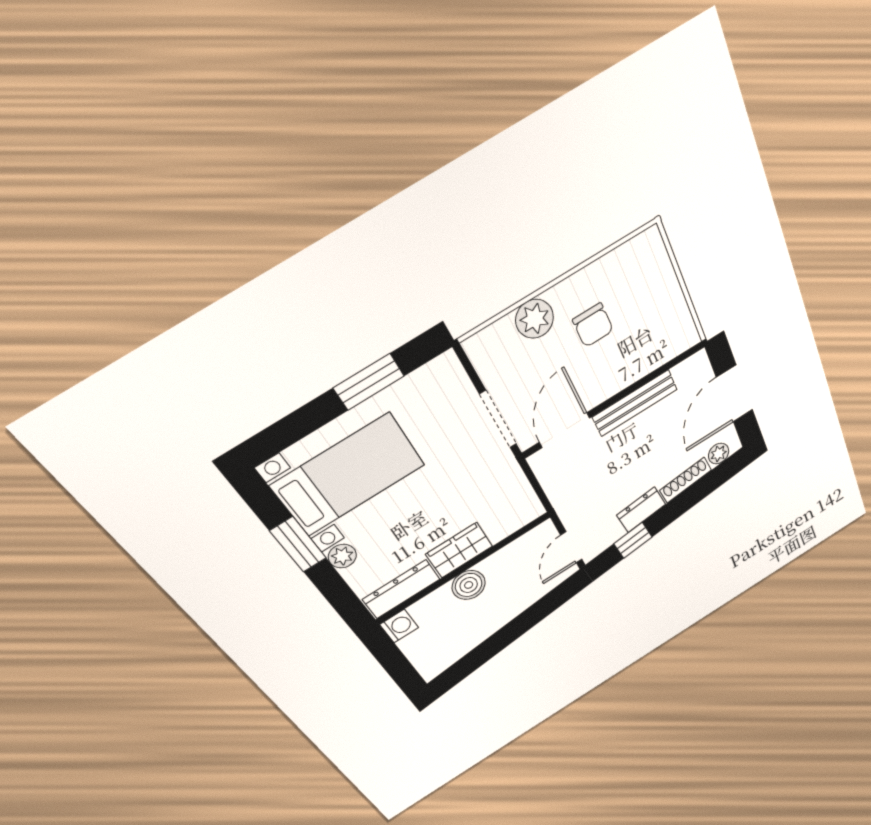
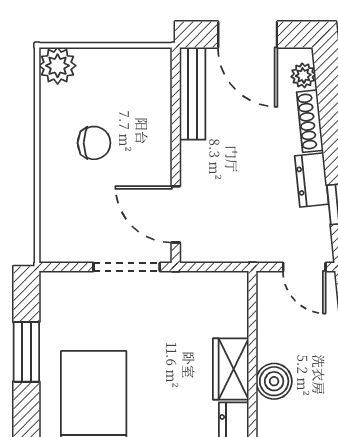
plant: (535, 319) -> (58, 66), moved
bench: (635, 403) -> (193, 93), moved

